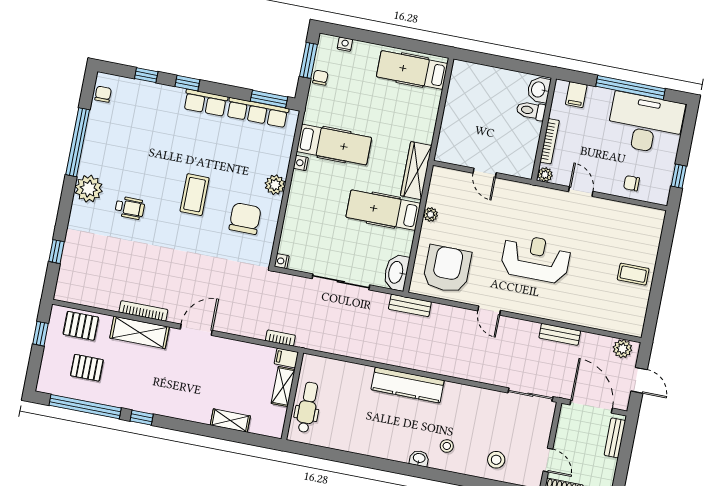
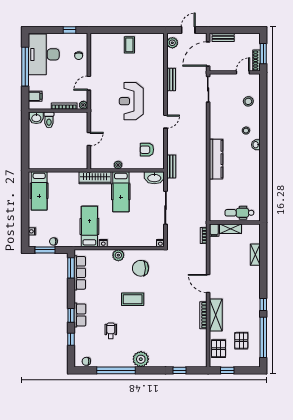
row of seats: (205, 103) -> (80, 315), moved
wheelchair: (130, 208) -> (111, 331), moved
armchair: (447, 269) -> (147, 150), width x0.53, depth x0.53

